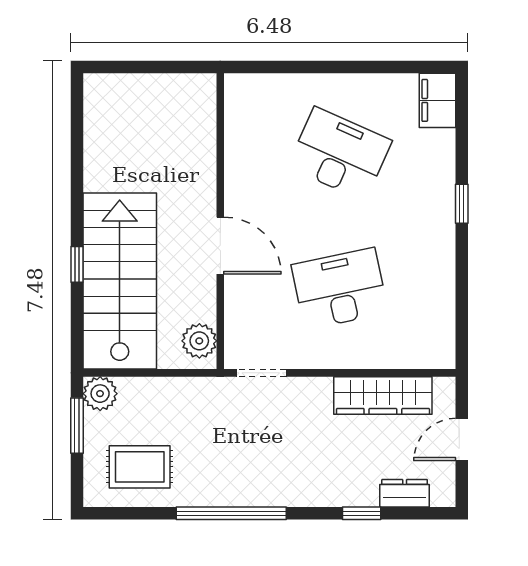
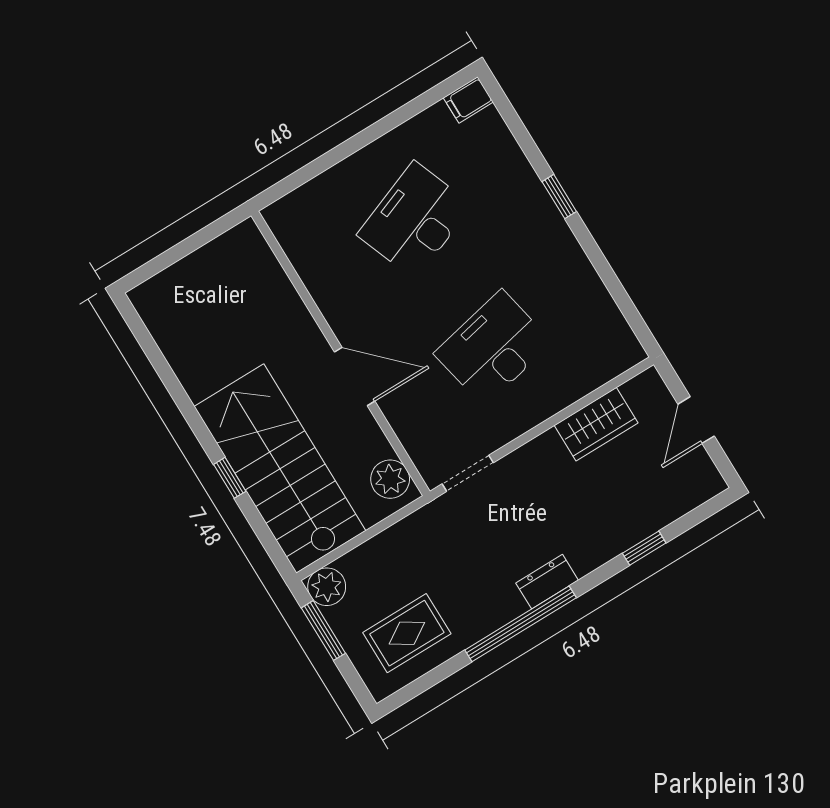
filing cabinet: (437, 100) -> (468, 100), width x0.50
desk: (340, 154) -> (415, 220), turned -45
wardrobe: (383, 395) -> (596, 424), width x0.67
dresser: (405, 493) -> (547, 582), moved

